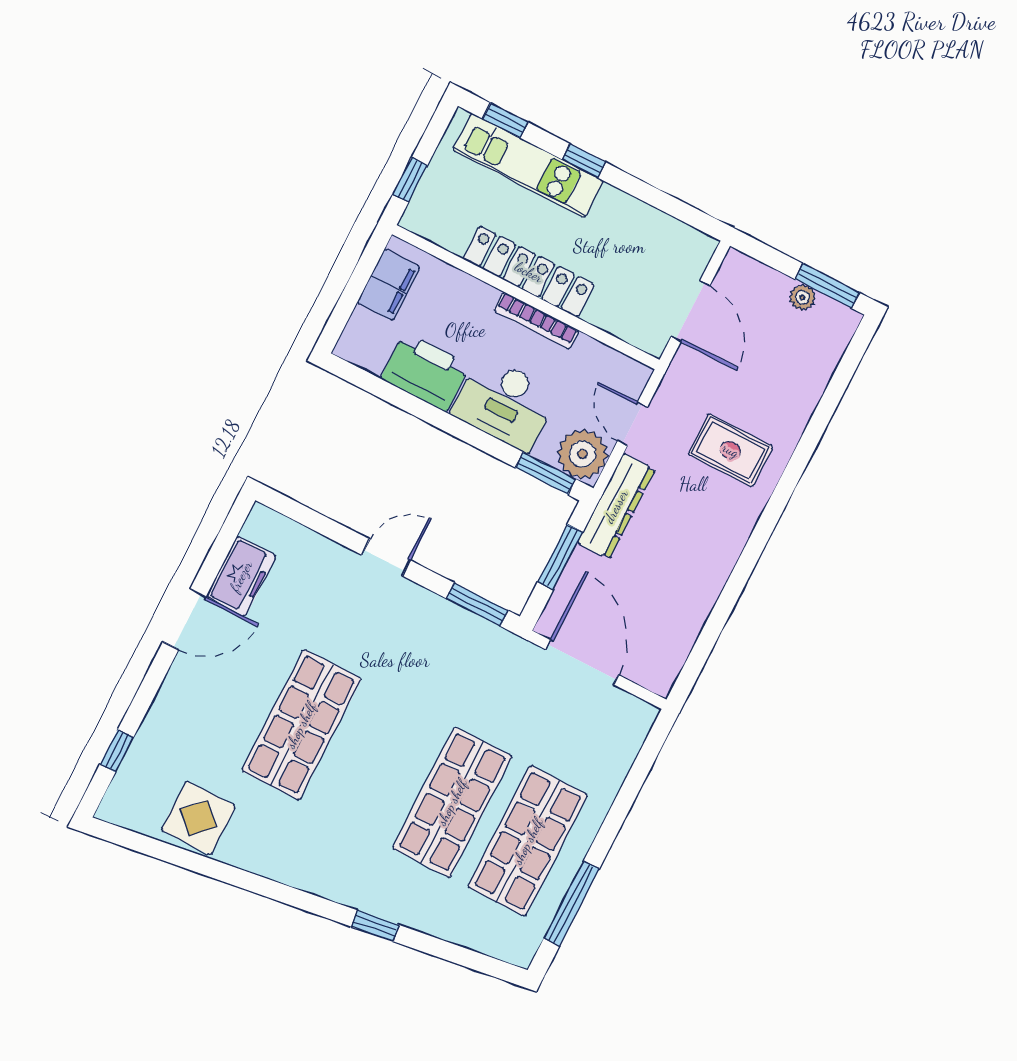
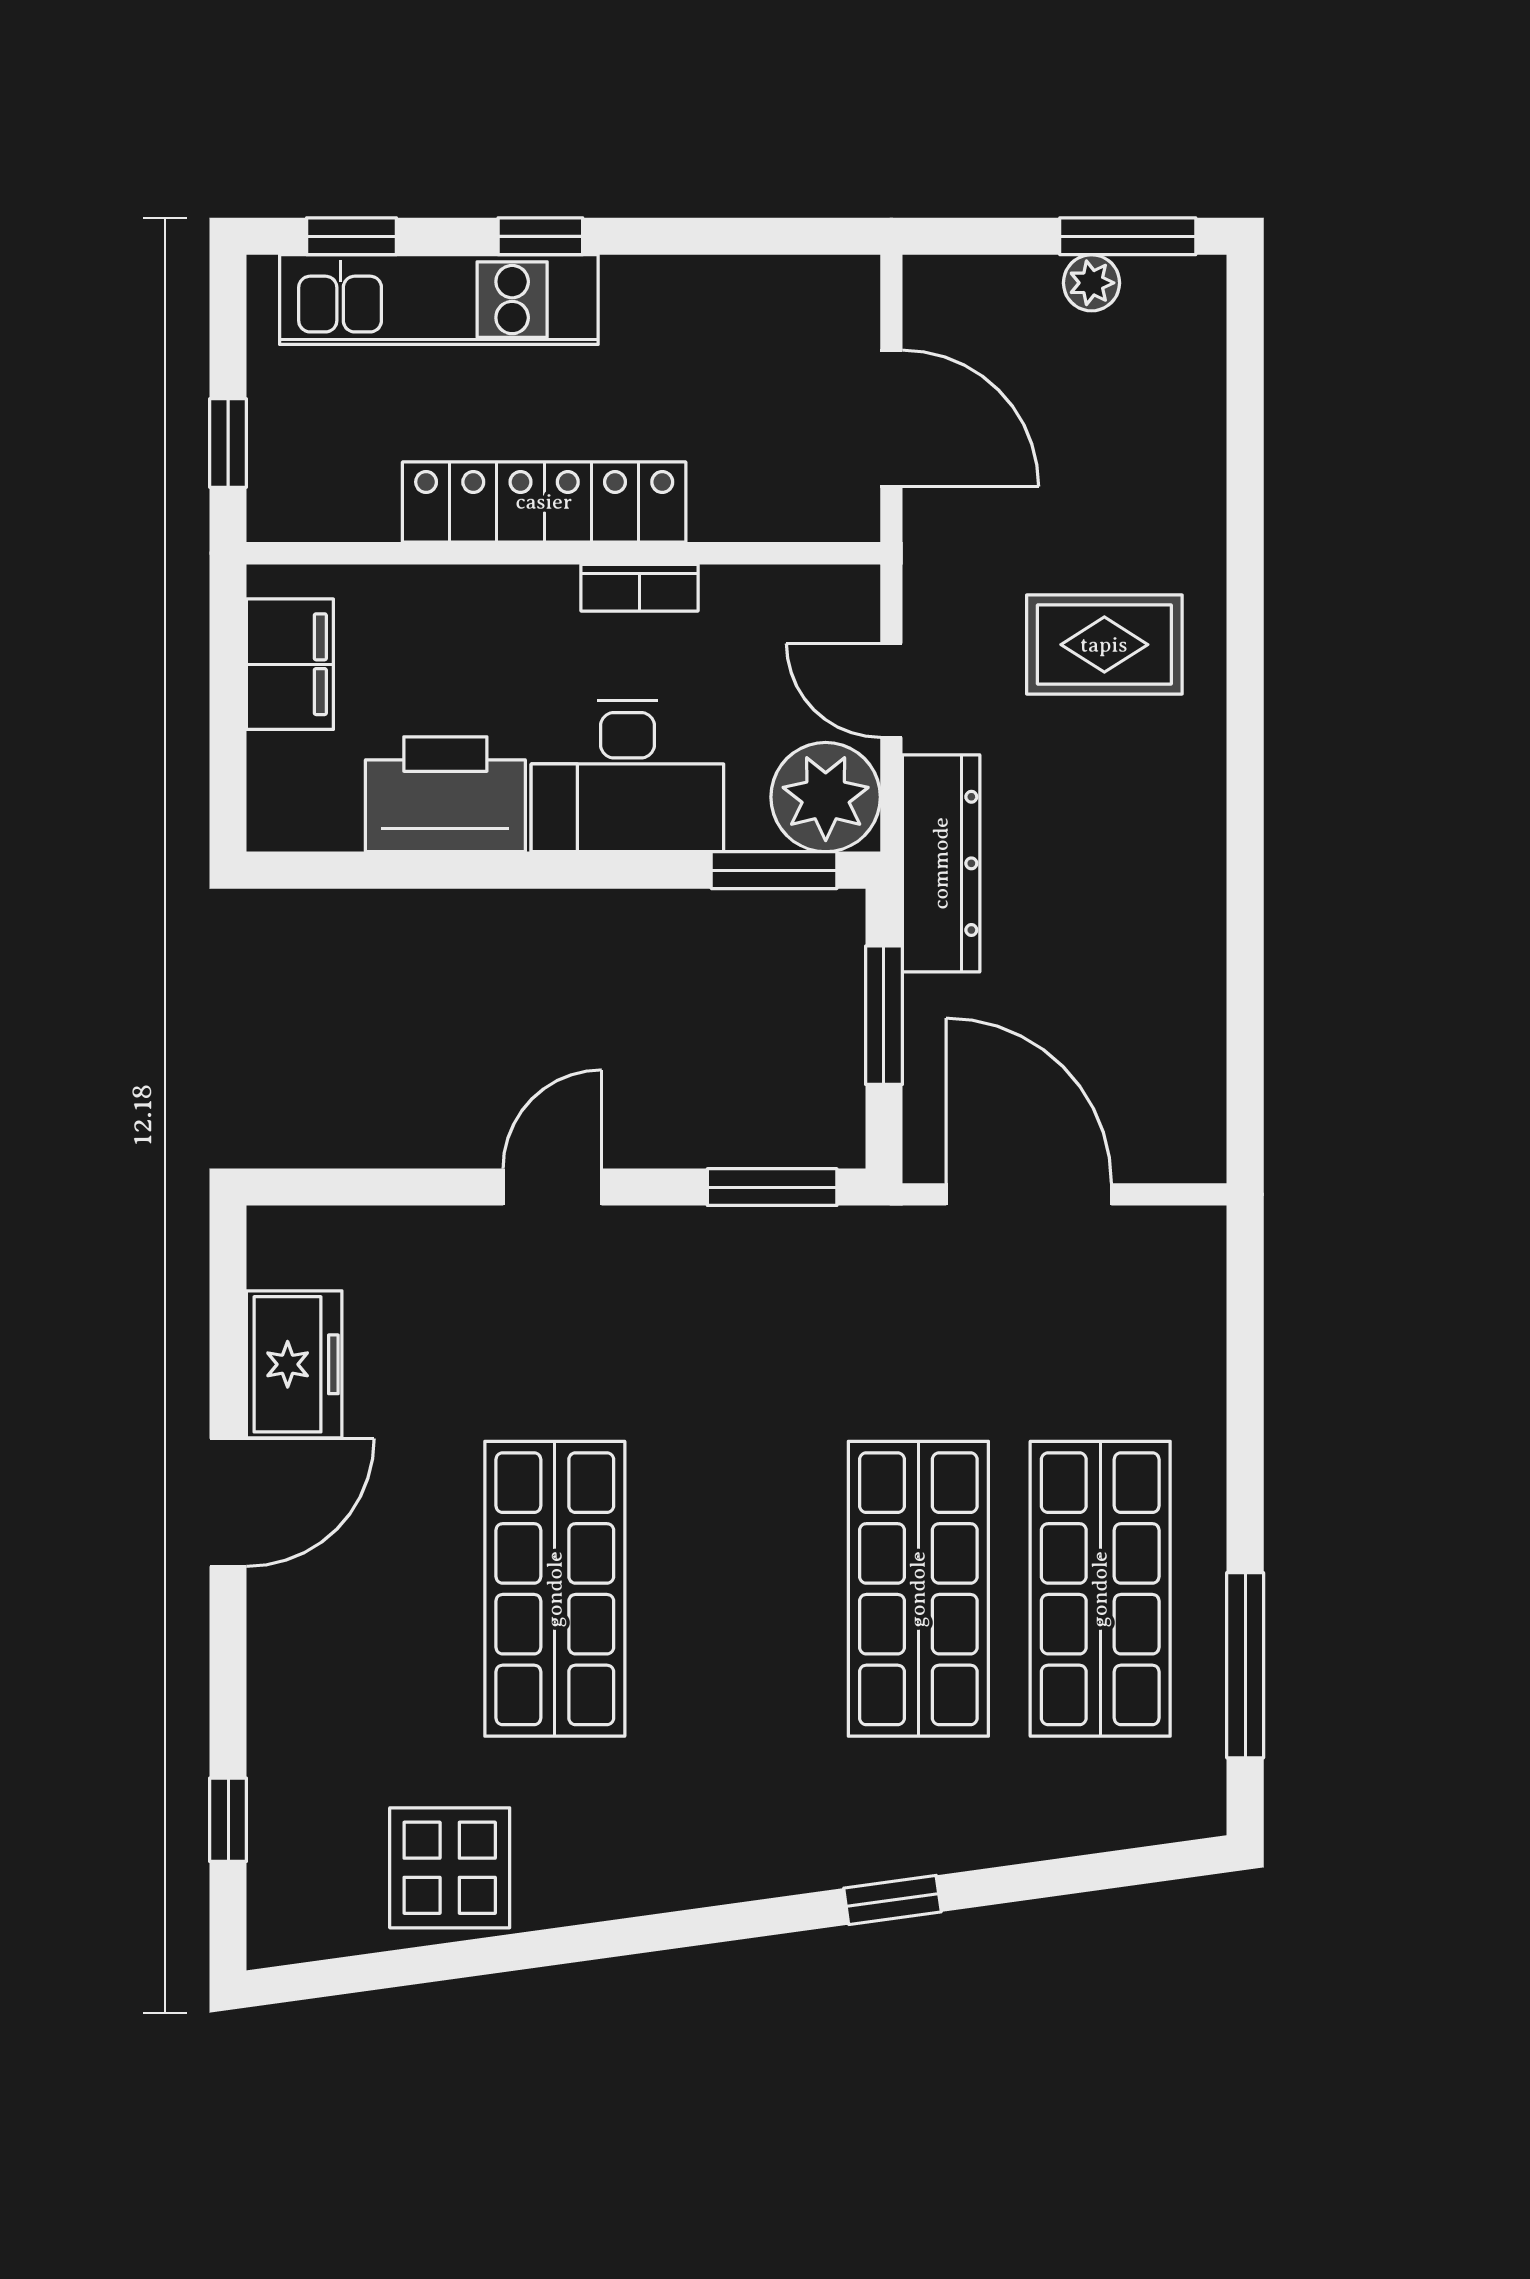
bookcase: (536, 321) -> (640, 588), width x0.64

